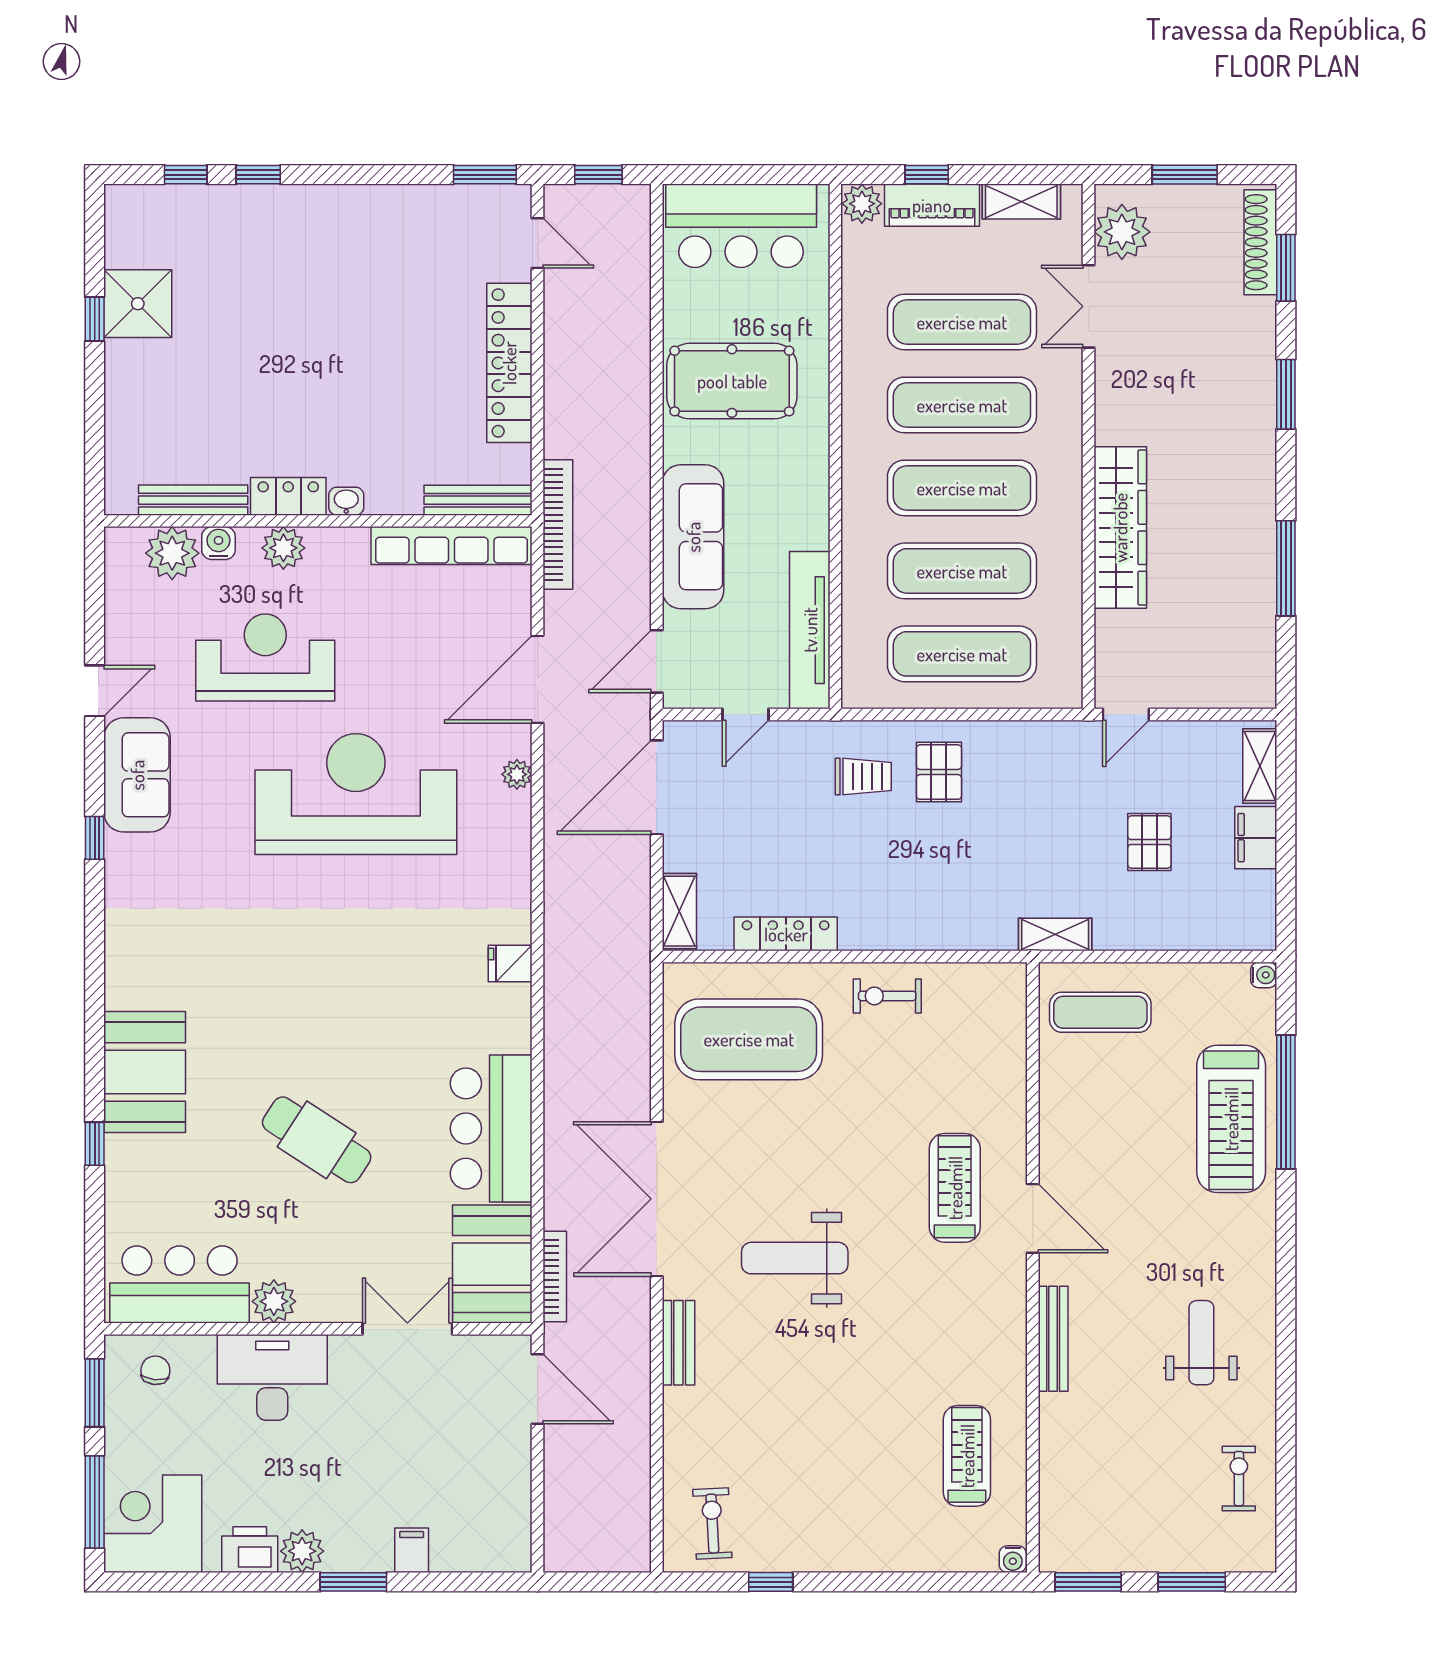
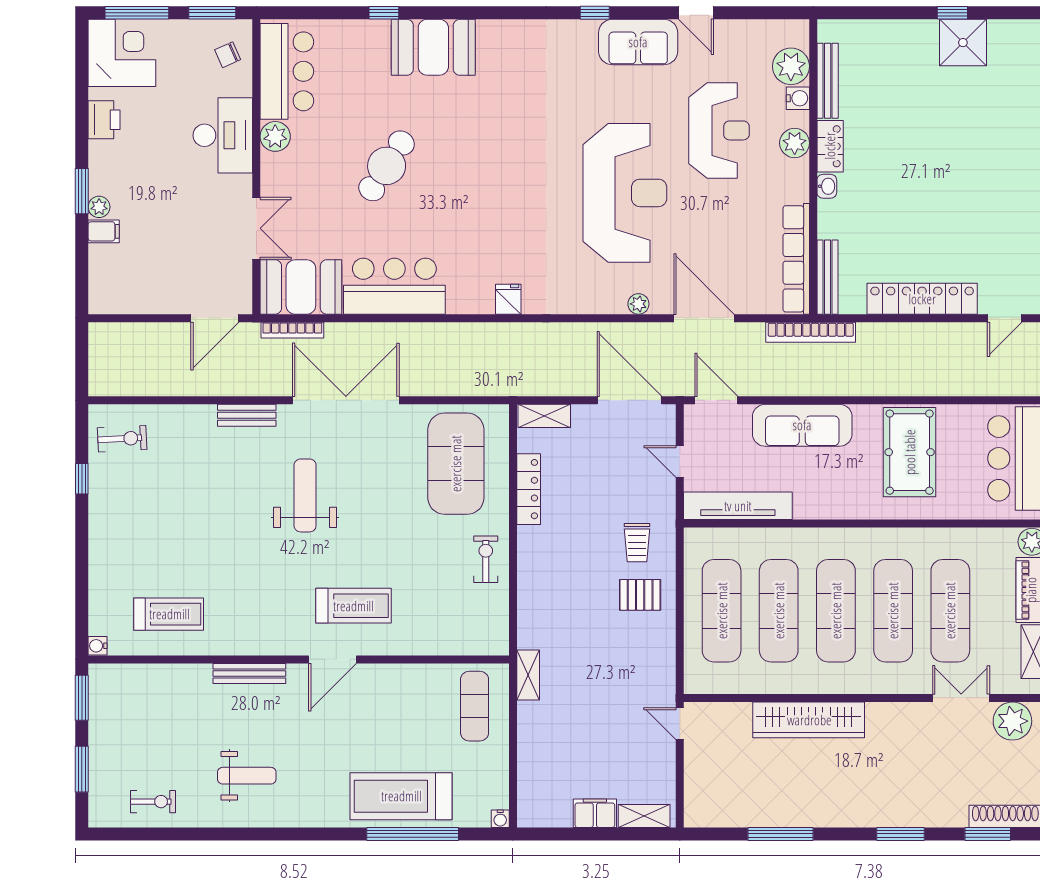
pallet: (1149, 842) -> (592, 740), removed
chair: (155, 1370) -> (228, 55), turned 150
plant: (302, 1551) -> (99, 207), moved, width x0.73, depth x0.73

